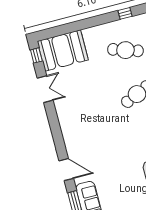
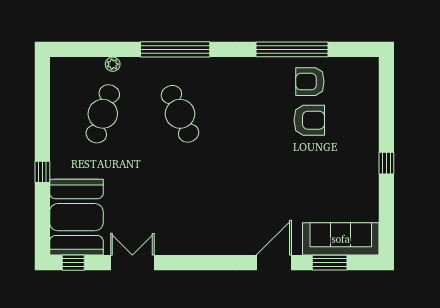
window: (125, 13) -> (42, 172), moved

